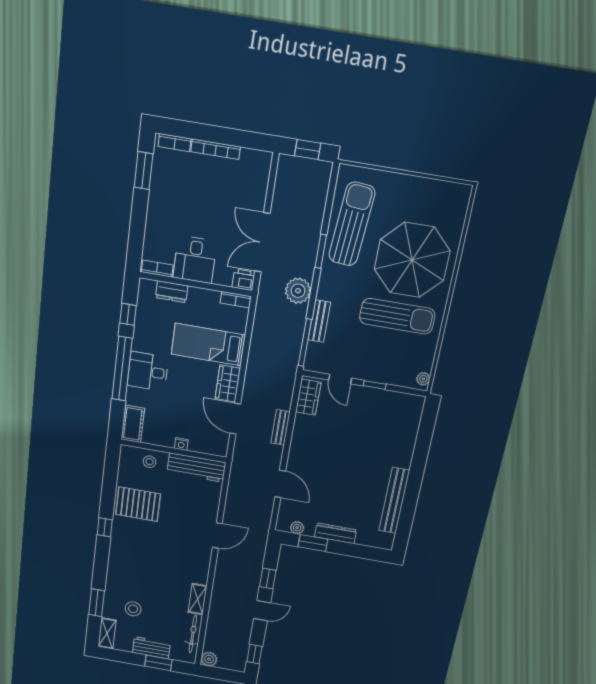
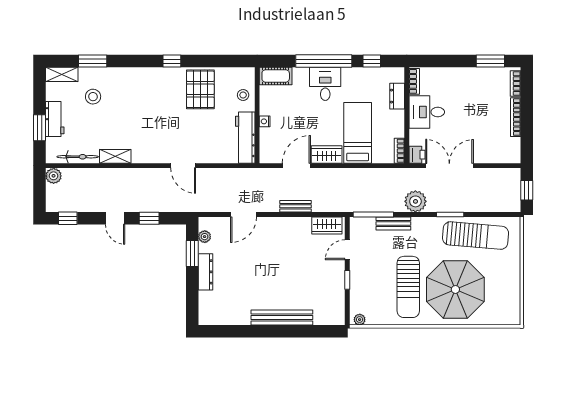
bench: (394, 501) -> (282, 318), moved

